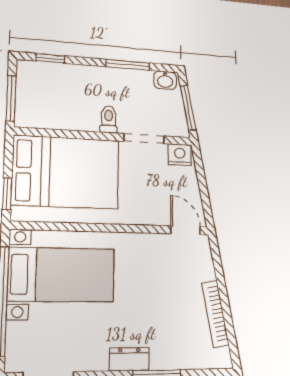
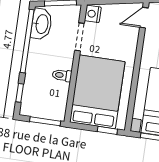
window: (128, 65) -> (27, 41), width x2.11
washbasin: (165, 80) -> (42, 24), width x1.91, depth x1.45
toilet: (109, 119) -> (62, 75), moved

